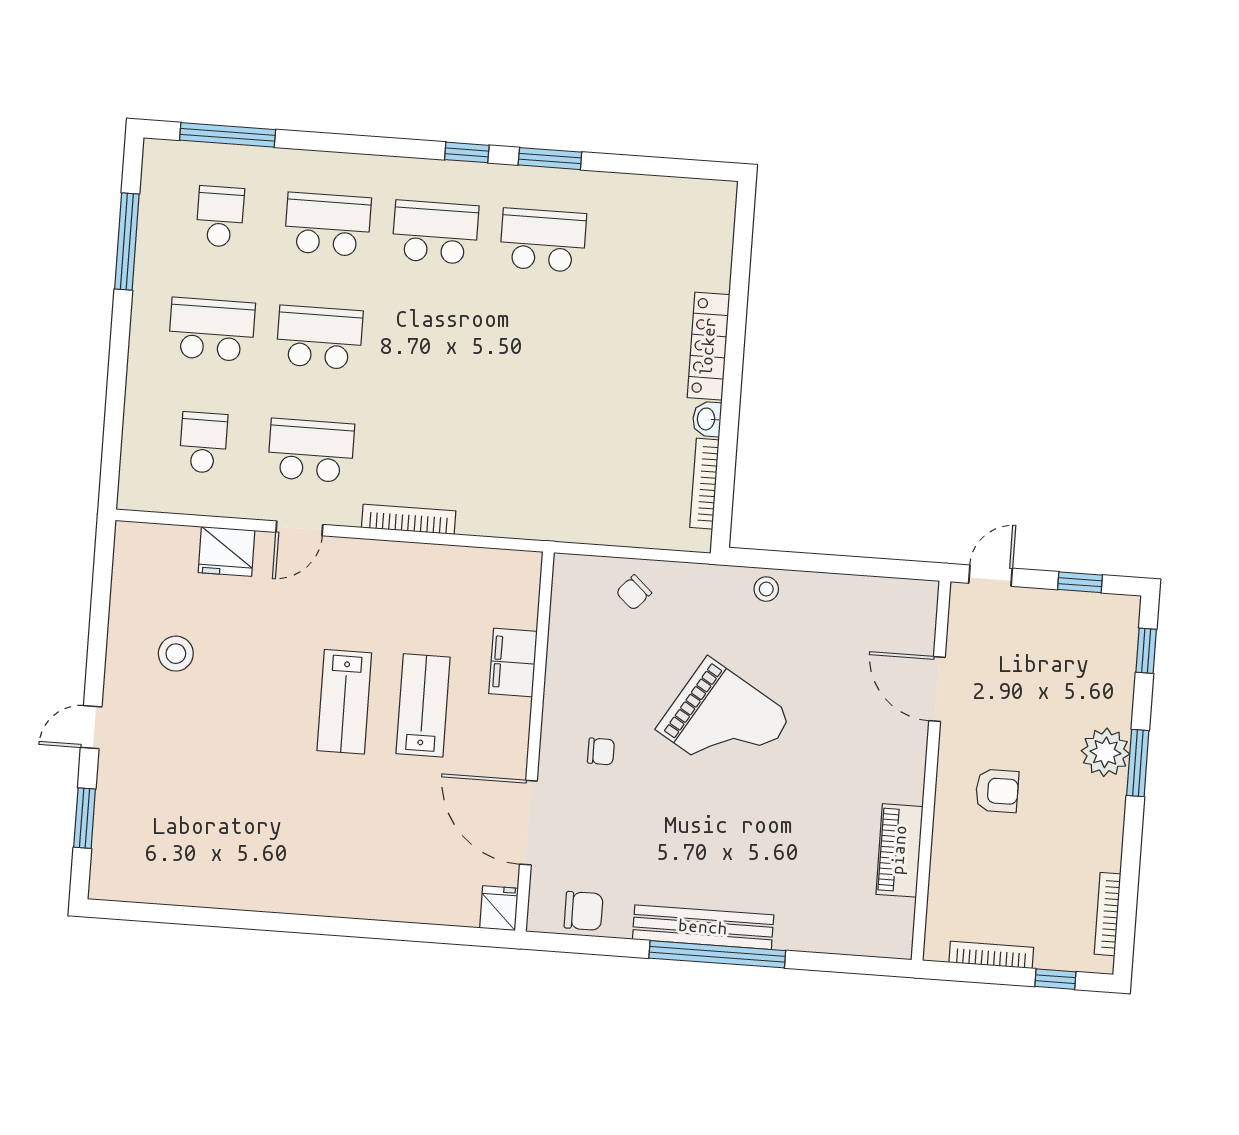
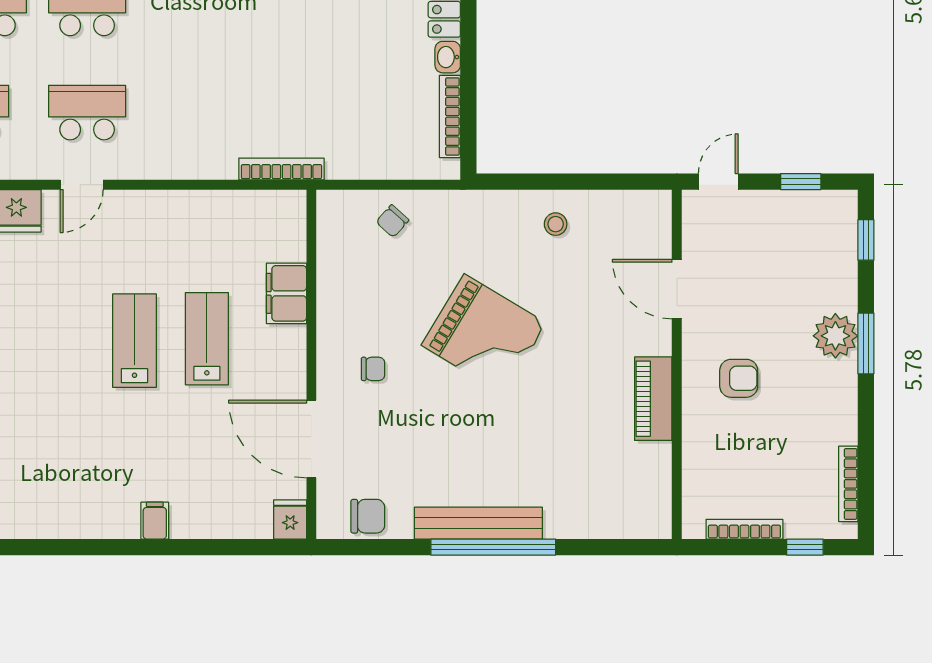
bookcase: (409, 519) -> (281, 169), moved
stool: (766, 589) -> (556, 224), moved
lab bench: (344, 702) -> (134, 341), turned 180
piano: (899, 850) -> (653, 399), moved
filing cabinet: (352, 899) -> (155, 521), added

